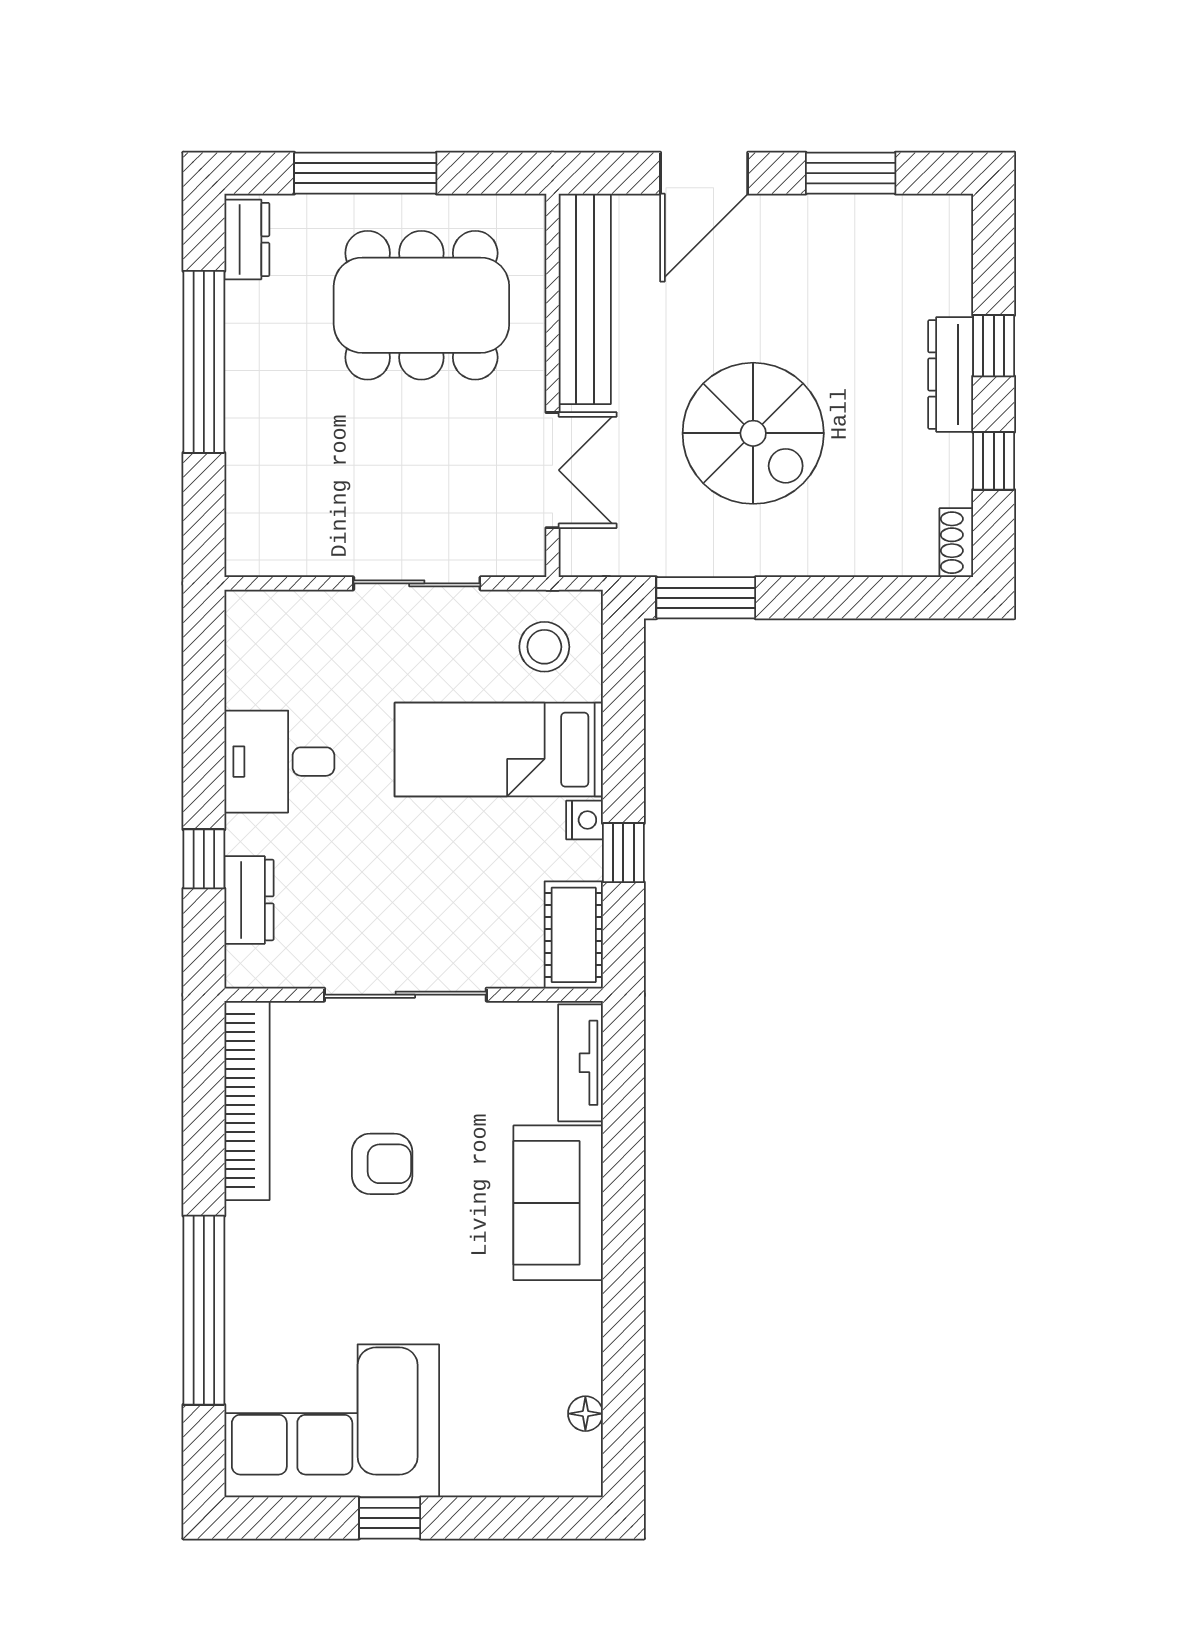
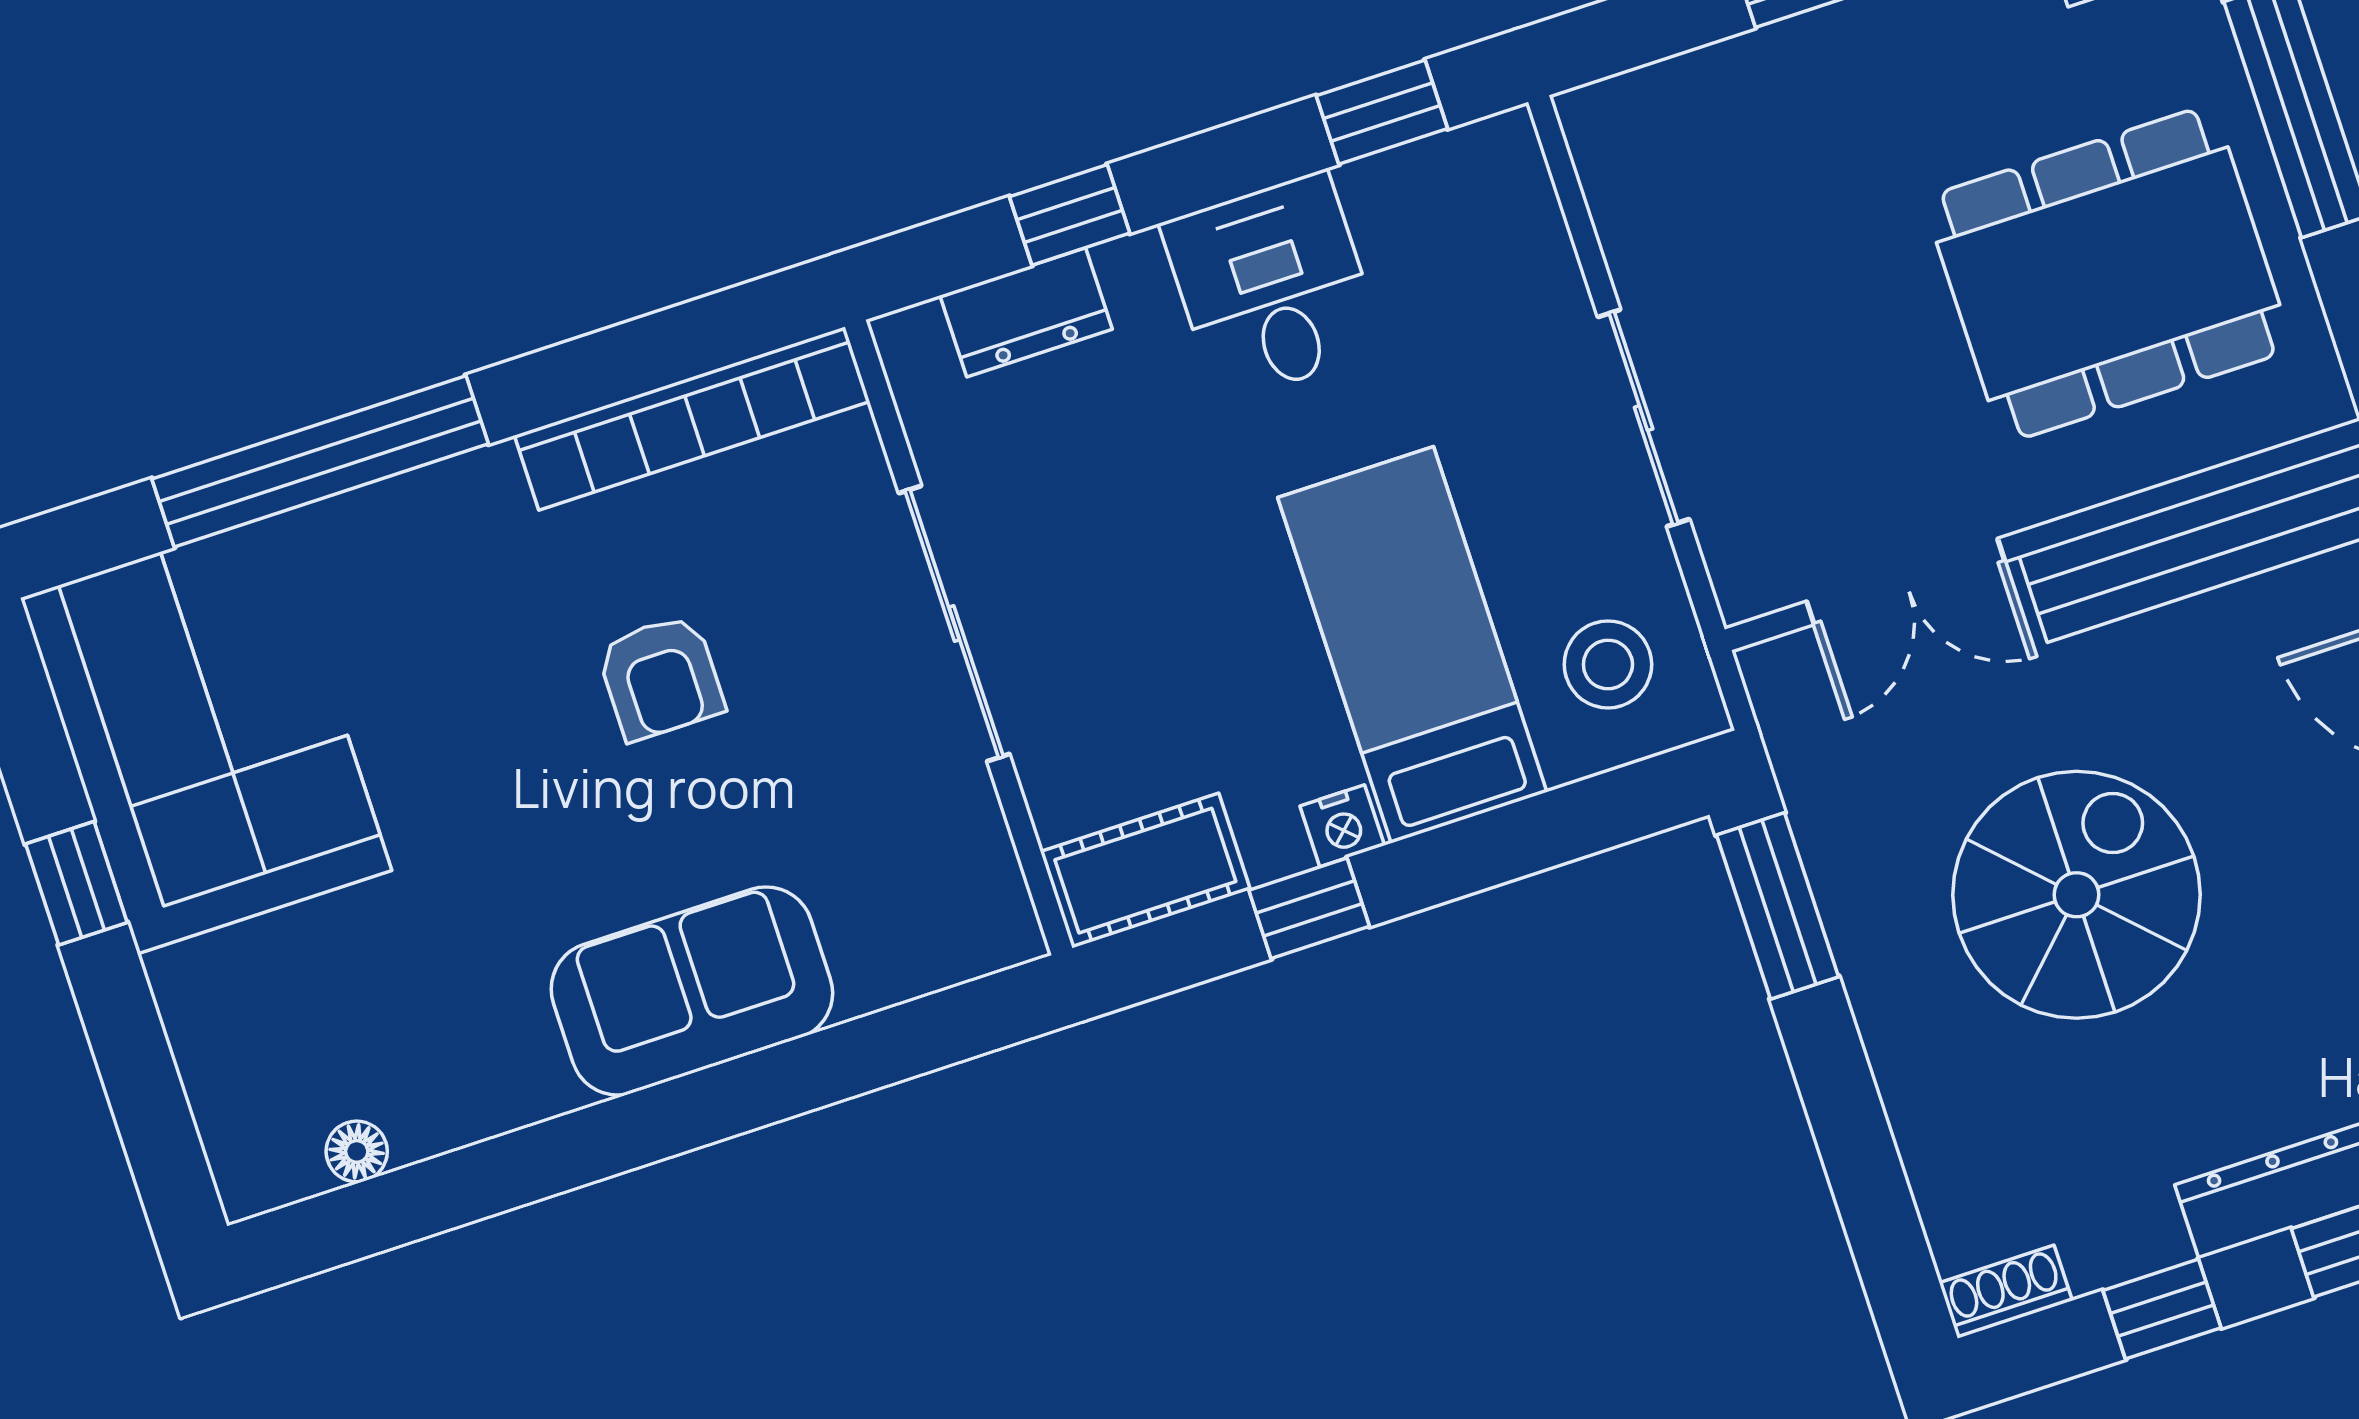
dining table: (421, 305) -> (2108, 274), turned 90
spiral stairs: (753, 433) -> (2077, 895), turned 180
window: (204, 671) -> (1382, 112), added
tv unit: (581, 1063) -> (937, 952), removed

